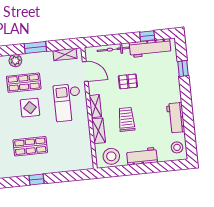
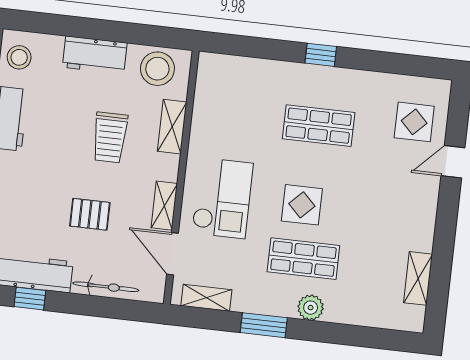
shelving: (95, 106) -> (164, 206), moved

